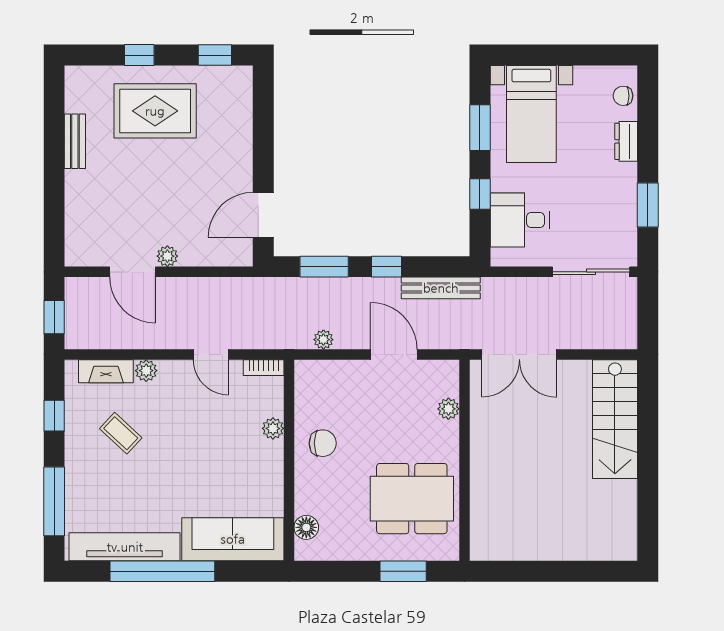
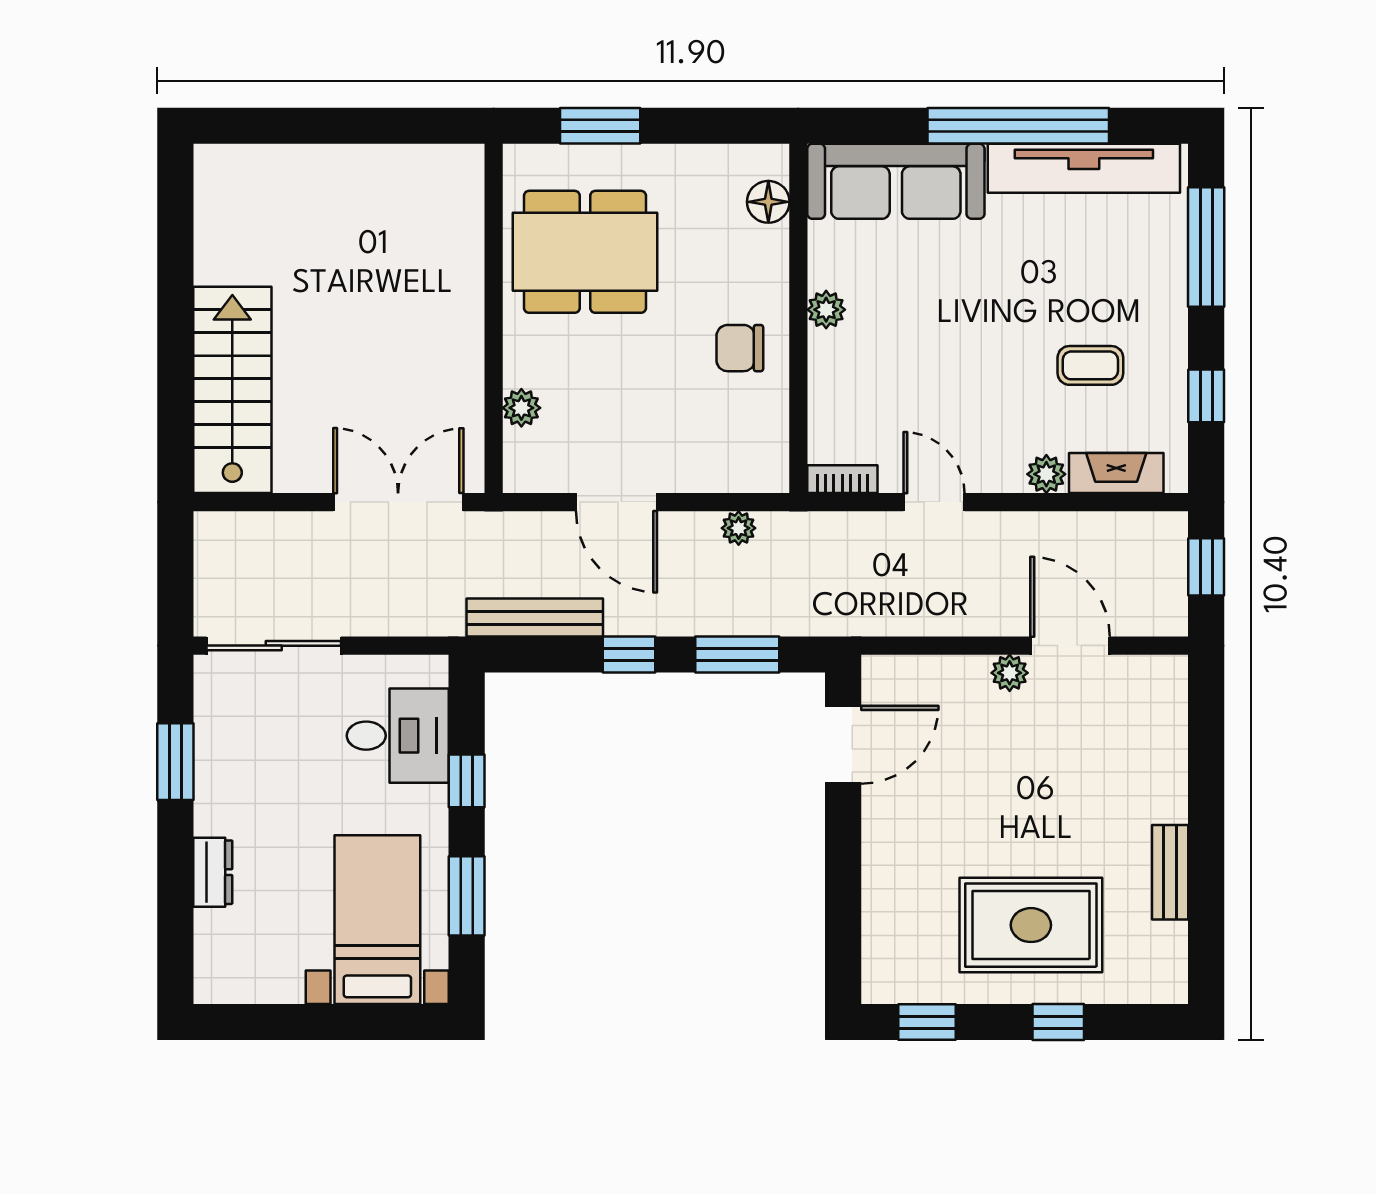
chair: (623, 96) -> (218, 951), removed
plant: (273, 428) -> (826, 310), moved
coffee table: (121, 433) -> (1090, 365), turned -43

